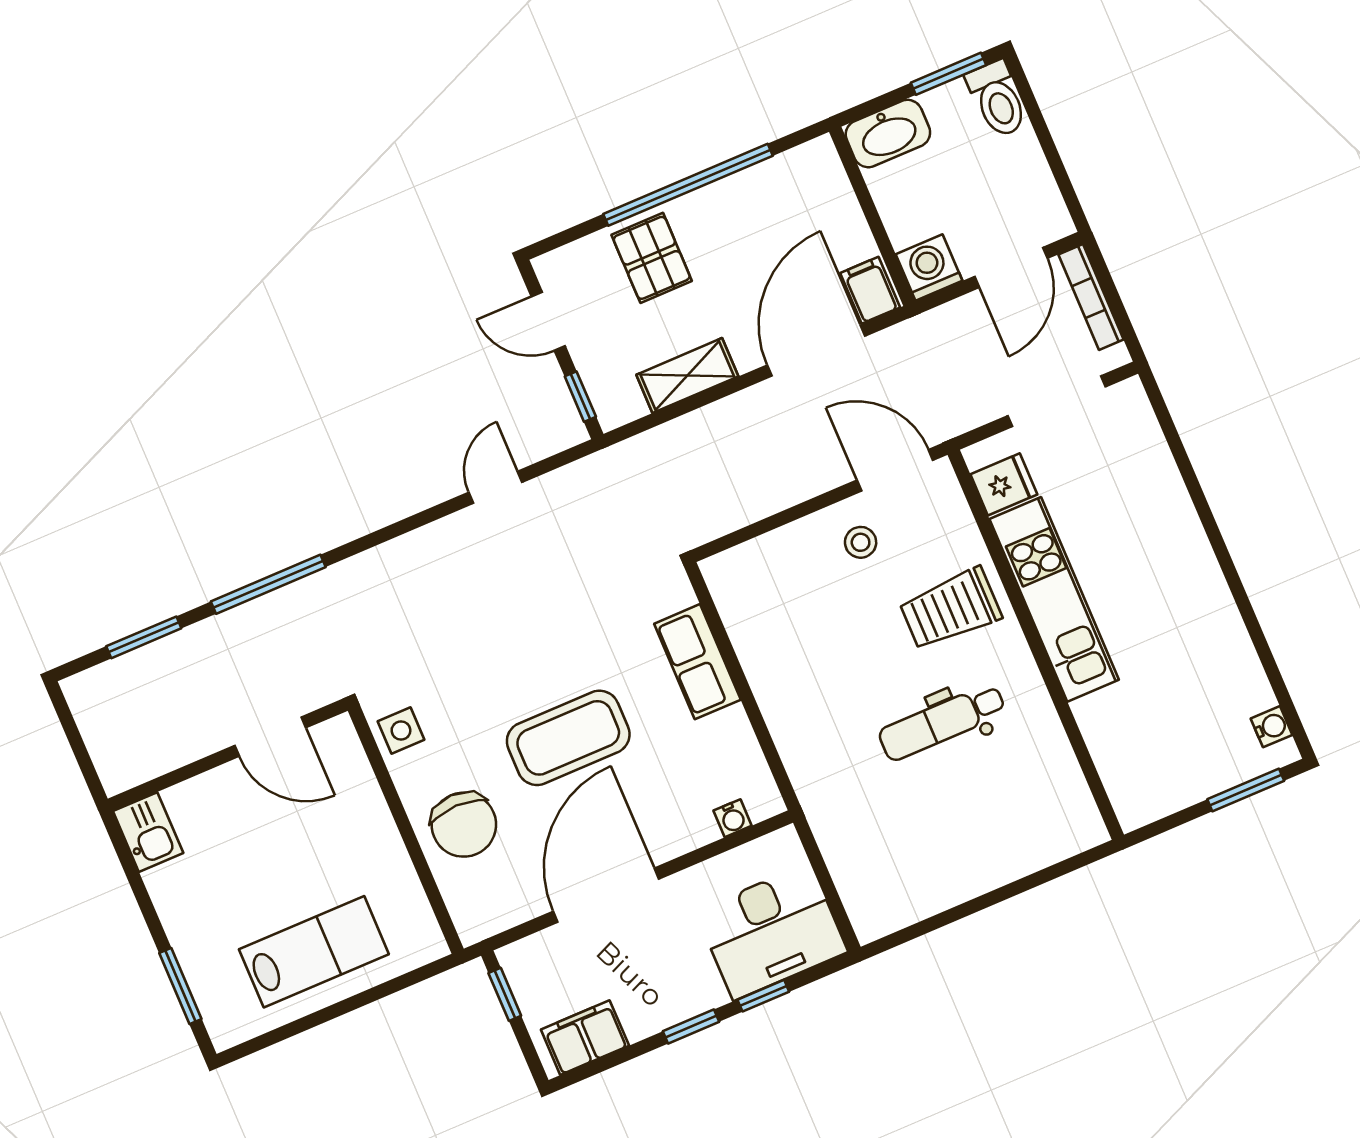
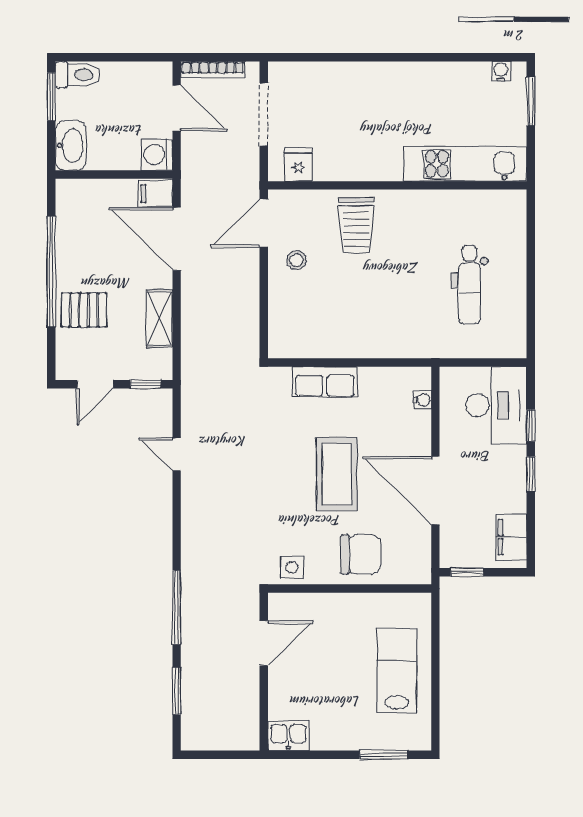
kitchen unit: (1054, 599) -> (465, 164), moved
dental chair: (942, 722) -> (470, 285), moved

